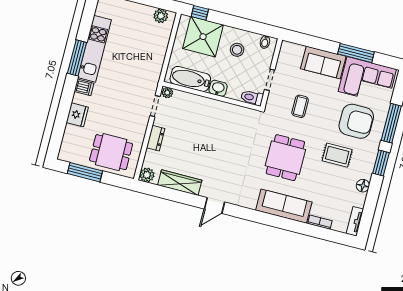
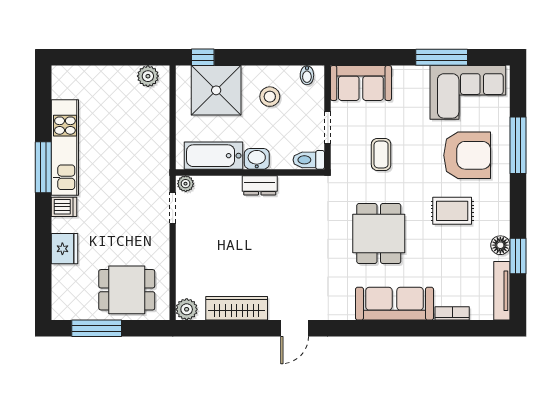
sofa: (323, 62) -> (361, 83), moved
dresser: (156, 138) -> (260, 185), moved, turned 90
window: (381, 163) -> (518, 256), moved
tv unit: (355, 221) -> (502, 291), width x1.41

